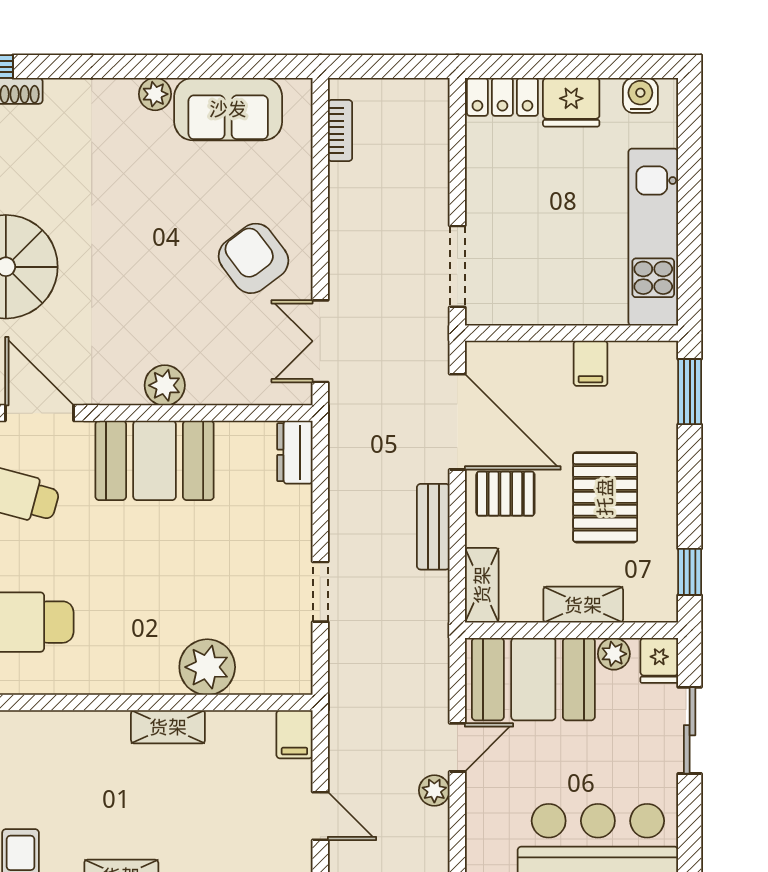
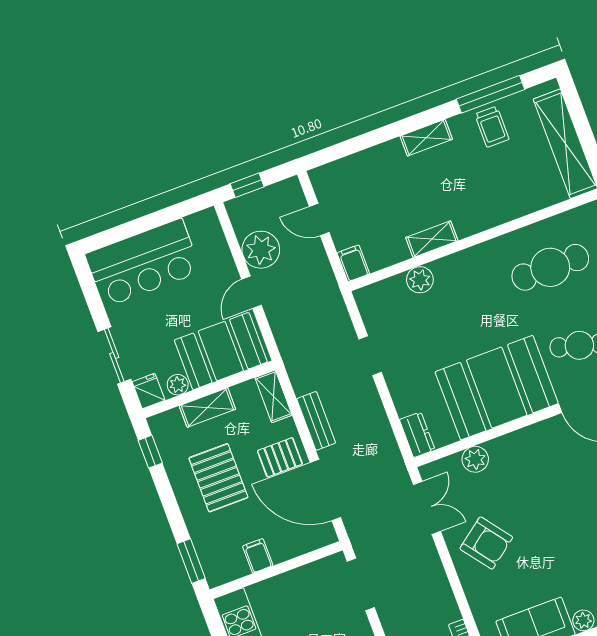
plant: (165, 385) -> (475, 459), moved
booth: (155, 460) -> (497, 388), width x1.36, depth x1.42
plant: (207, 667) -> (420, 280), width x0.73, depth x0.73
plant: (434, 790) -> (261, 250), width x1.87, depth x1.87

